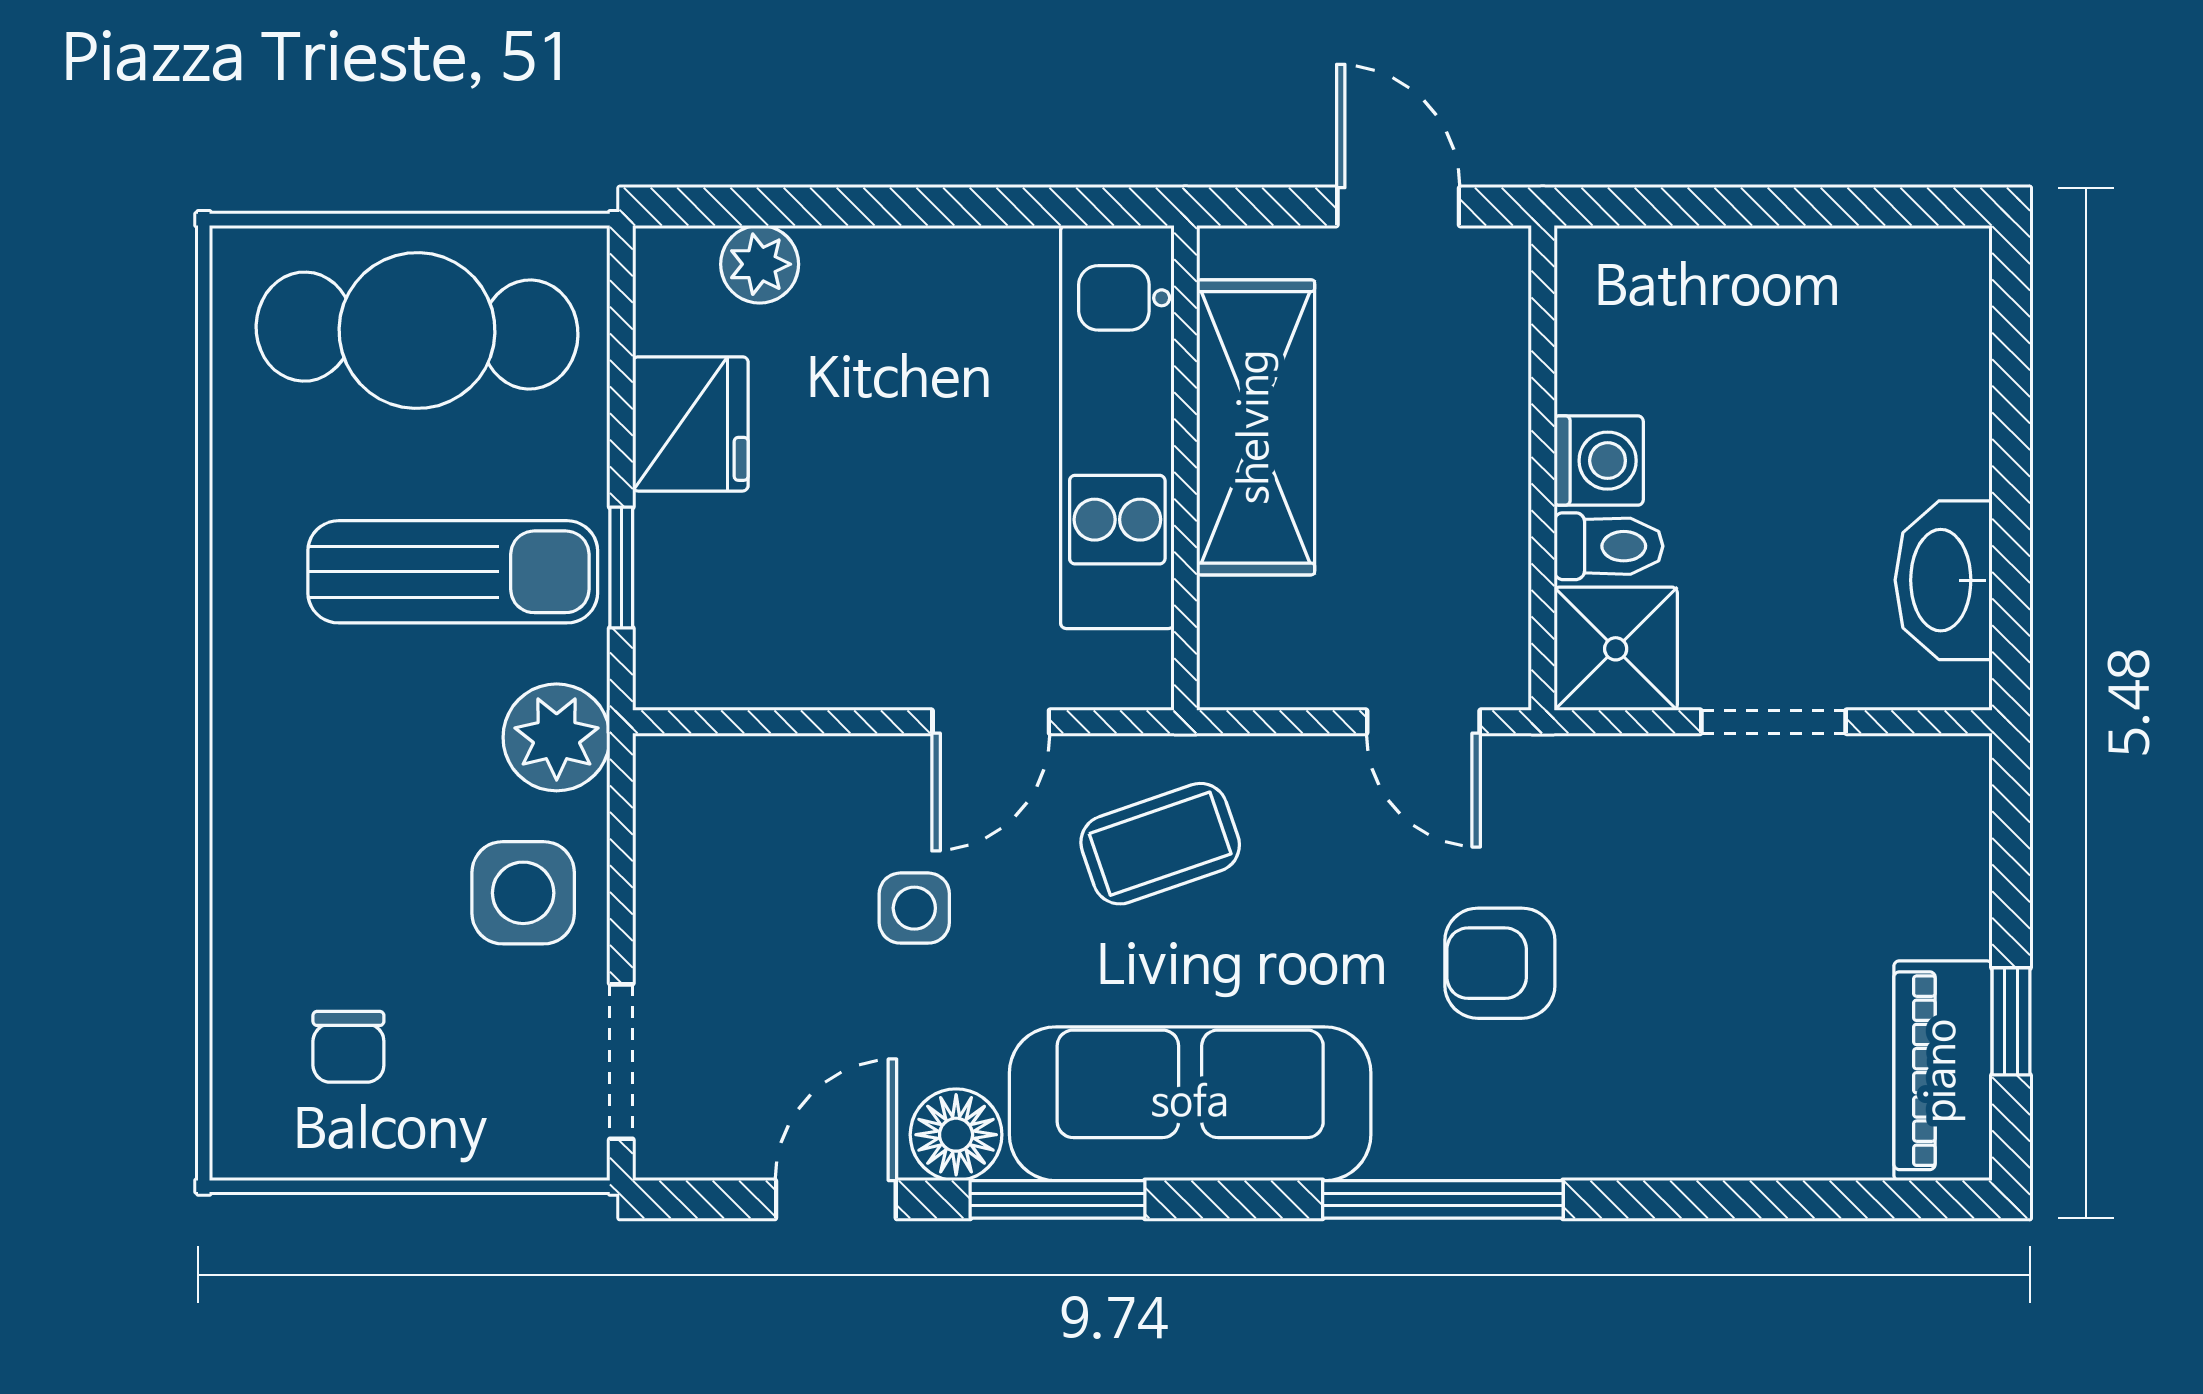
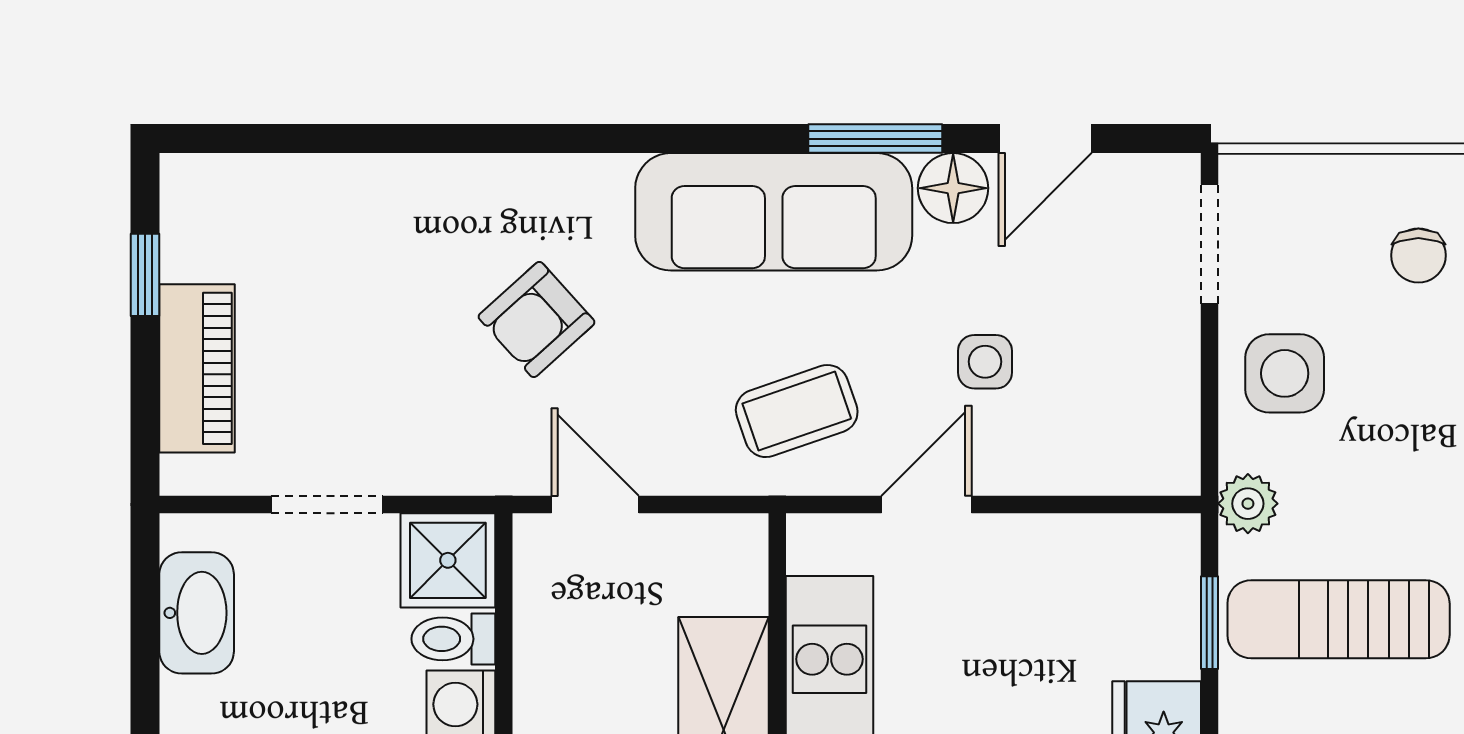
plant: (557, 737) -> (1248, 504), width x0.73, depth x0.73
armchair: (1500, 963) -> (537, 319), turned 138
chair: (348, 1047) -> (1418, 255), turned 180
piano: (1943, 1071) -> (197, 368), moved
window: (1443, 1199) -> (580, 139), removed

